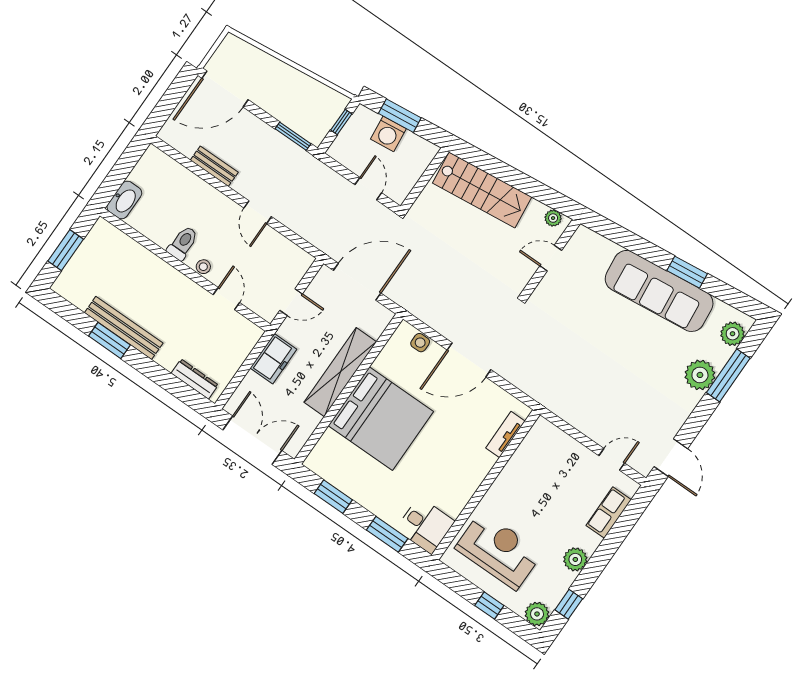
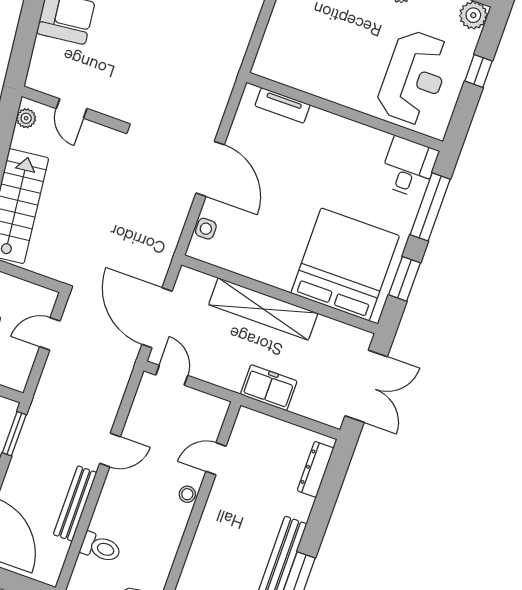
bench: (214, 166) -> (75, 503), width x1.36
toilet: (183, 243) -> (101, 548), moved, turned 180
door: (291, 302) -> (172, 375), moved
bed: (381, 419) -> (345, 264), moved
double door: (252, 440) -> (366, 386), swing flipped
window: (387, 534) -> (430, 207), width x1.44
reception desk: (499, 550) -> (414, 77), turned 180

